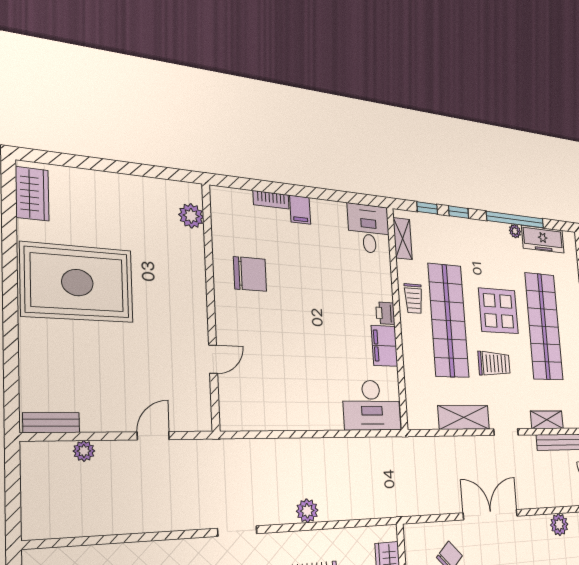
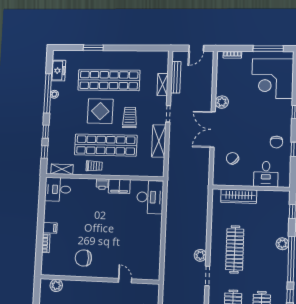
freezer: (543, 239) -> (58, 71), width x0.71
chair: (250, 274) -> (83, 258), turned -90
plant: (307, 511) -> (200, 255), moved
plant: (559, 525) -> (222, 102), moved

